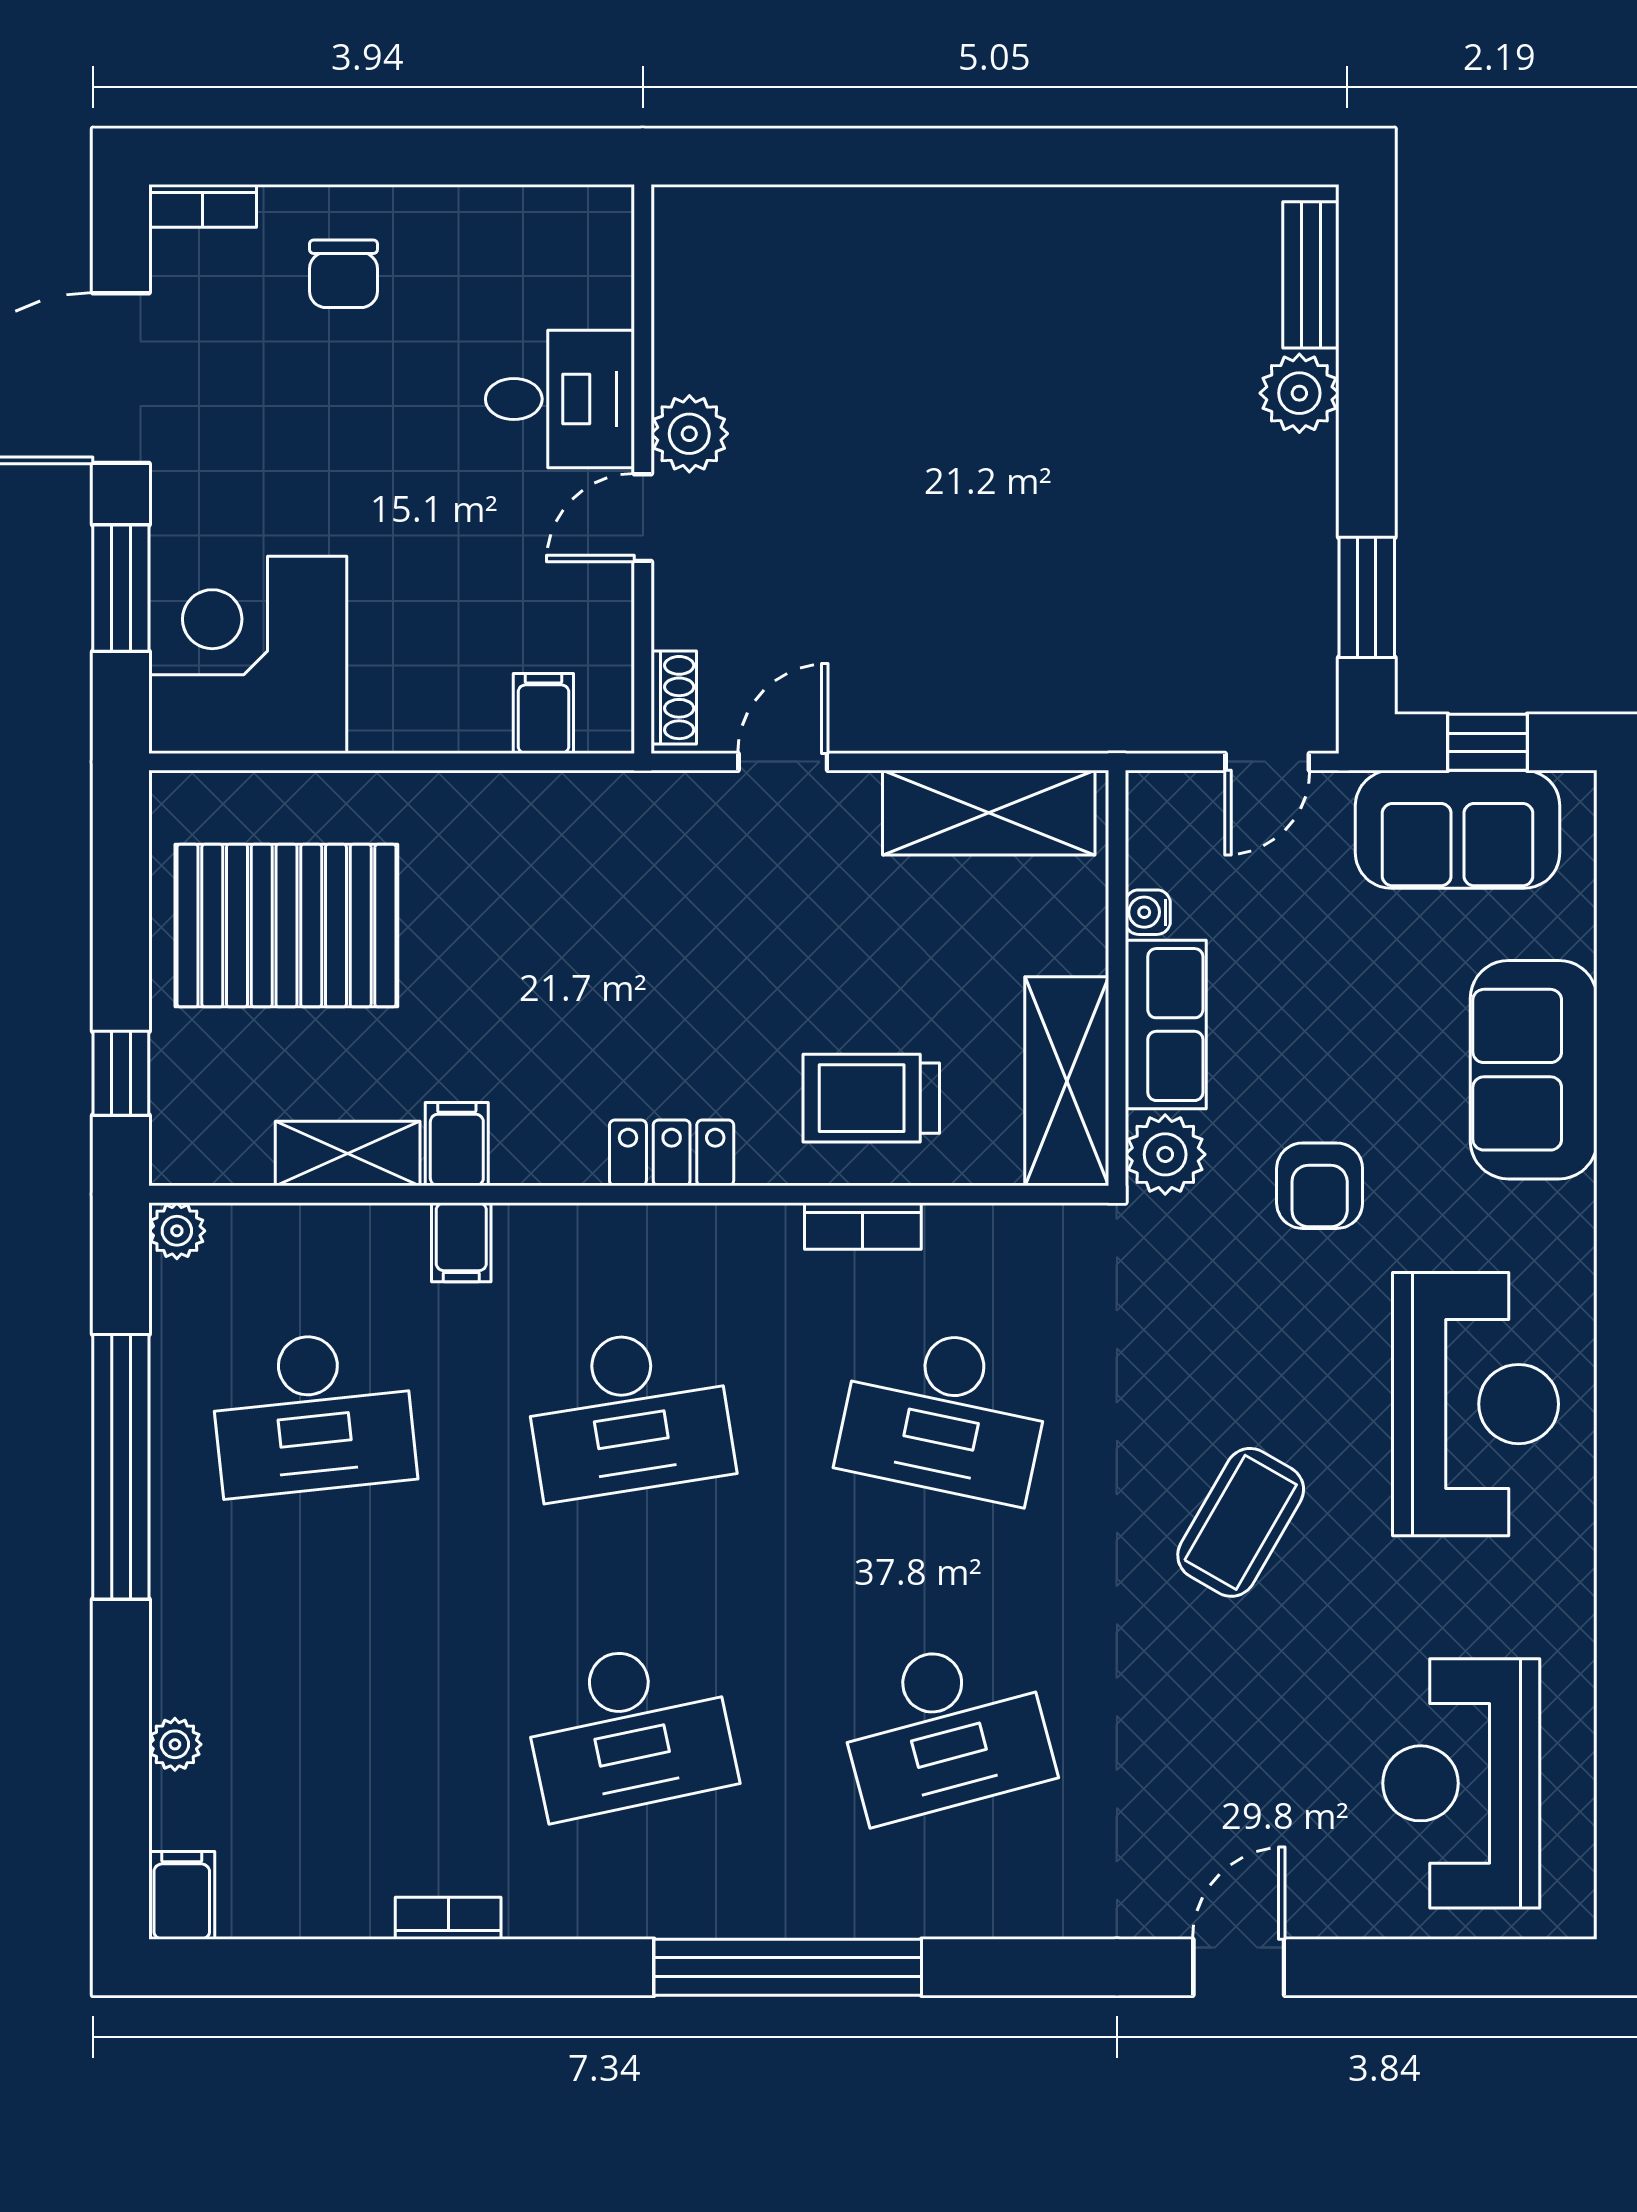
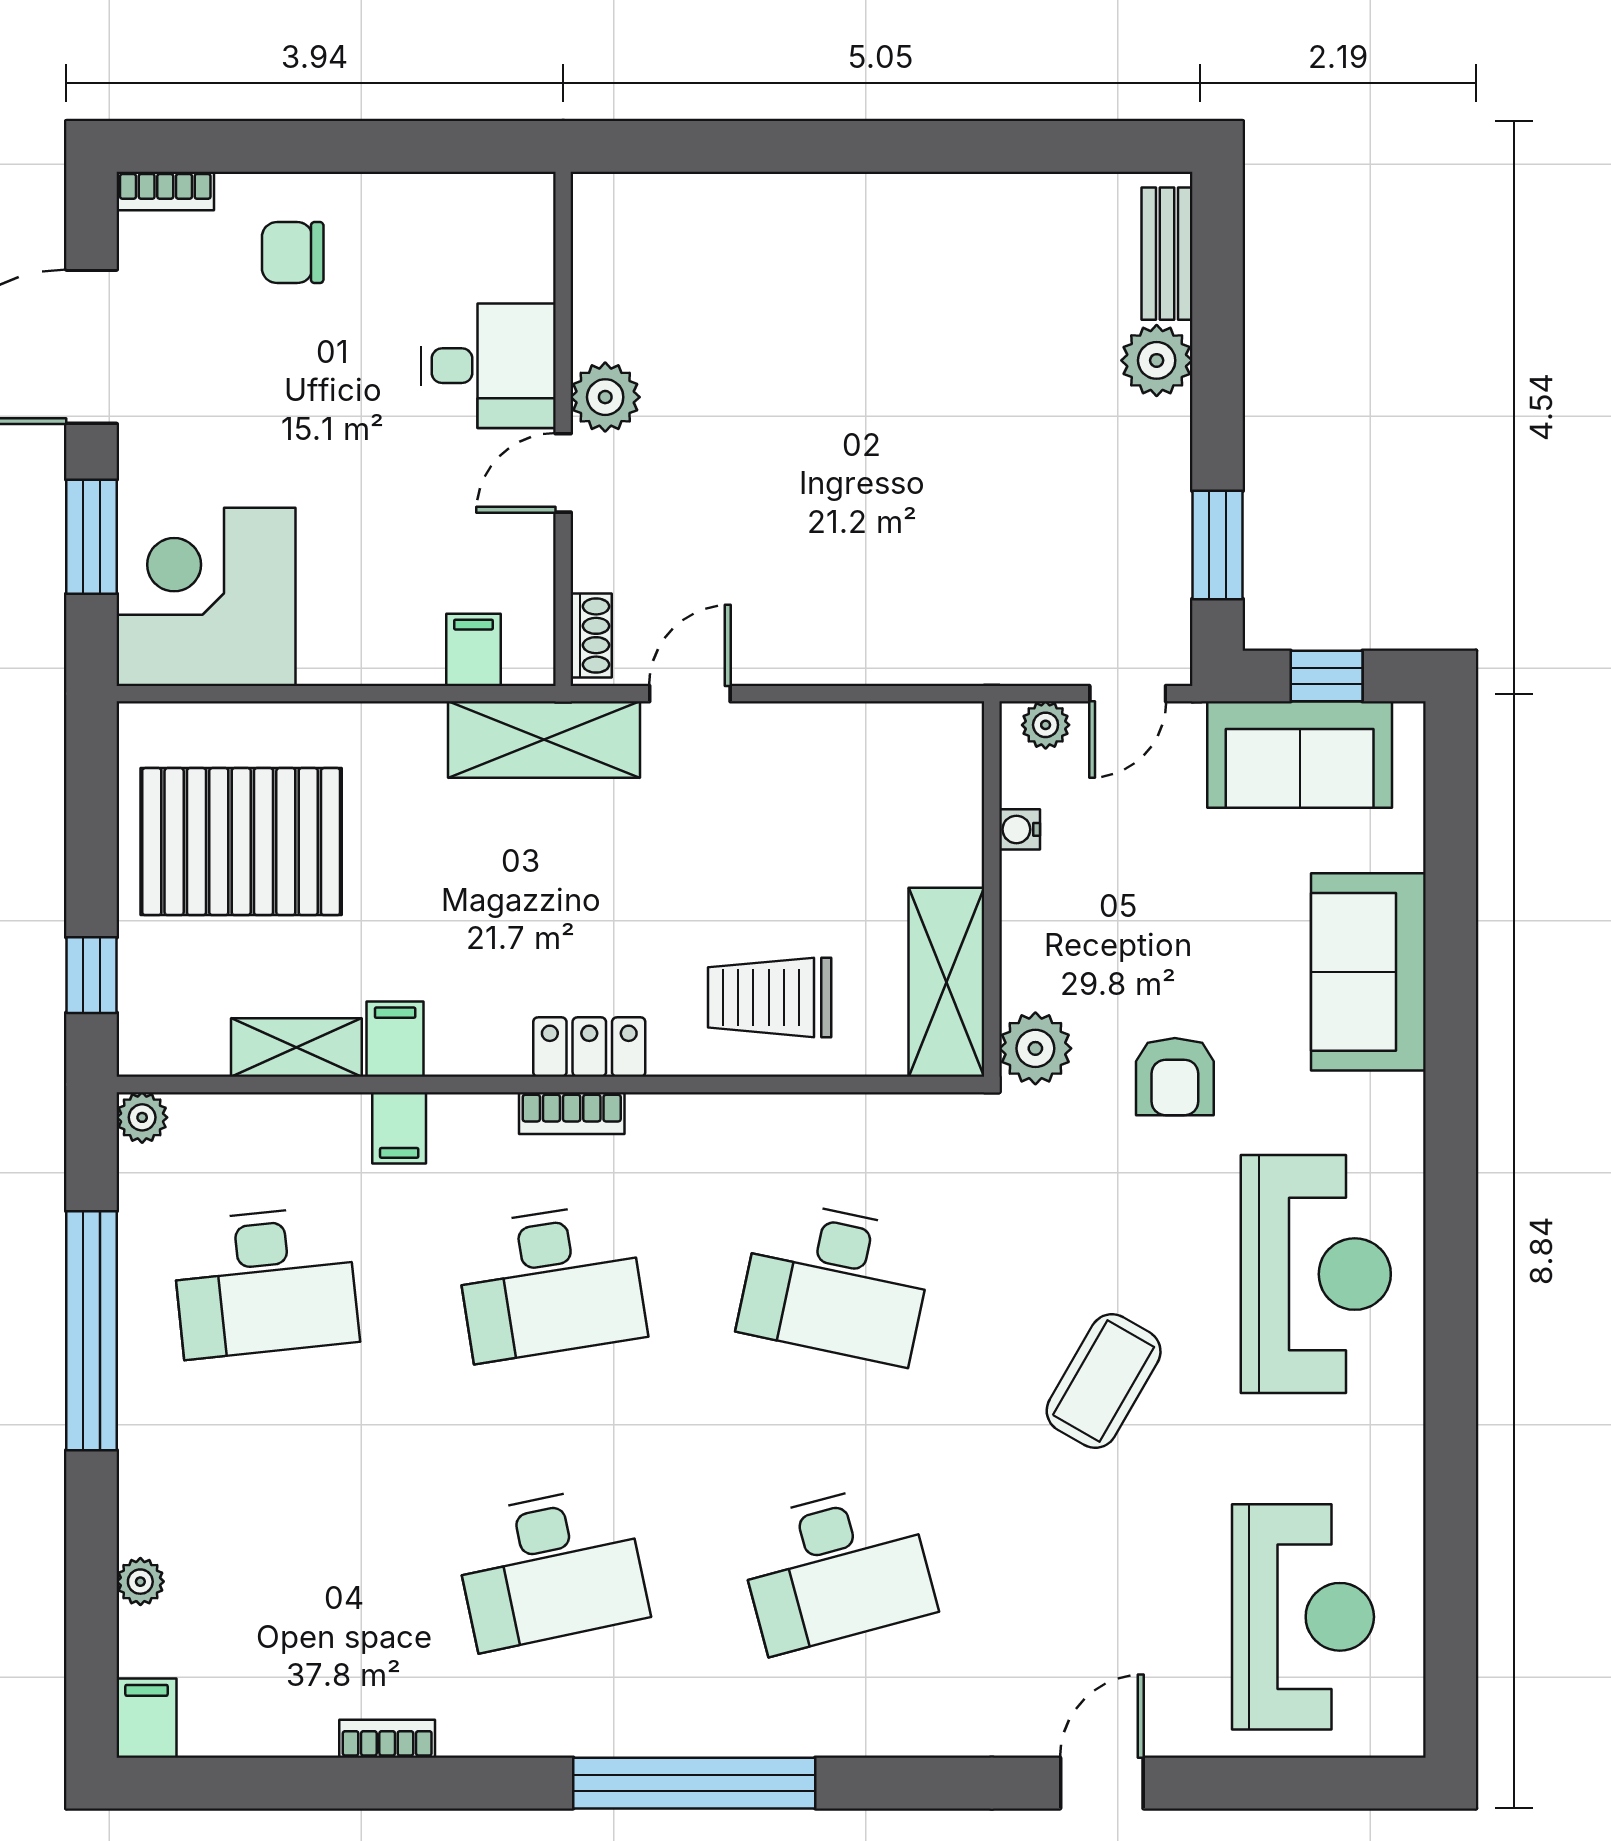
chair: (343, 274) -> (293, 253), turned 90
plant: (1176, 796) -> (1046, 725), added
shelving: (989, 813) -> (544, 740), moved
row of seats: (1166, 1025) -> (1036, 931), removed
bookcase: (863, 1226) -> (572, 1113), moved
reception desk: (1461, 1783) -> (1303, 1617), turned 180

